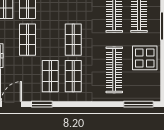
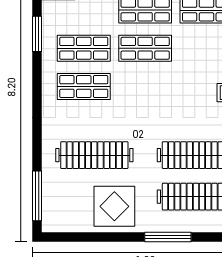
shop shelf: (73, 40) -> (145, 48), moved

